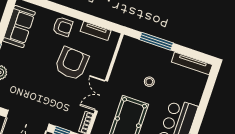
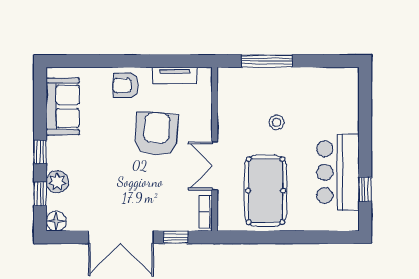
armchair: (63, 27) -> (126, 86), turned 180
tv unit: (192, 63) -> (329, 75), removed

